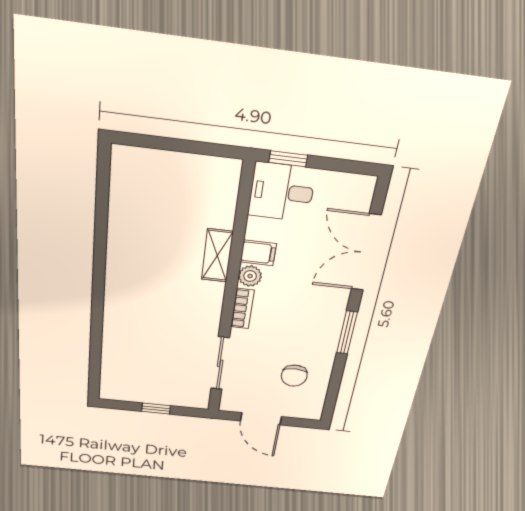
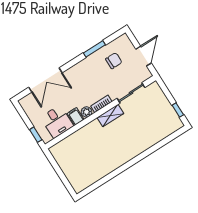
desk: (282, 192) -> (57, 122), moved
shelving: (217, 256) -> (110, 115), moved
window: (347, 332) -> (94, 49), moved
window: (156, 408) -> (178, 110), moved

